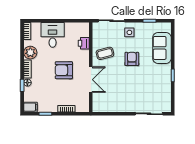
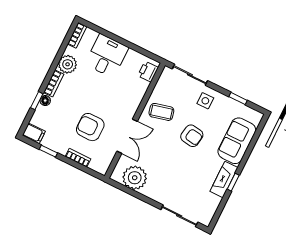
printer: (84, 43) -> (148, 72), moved
armchair: (132, 59) -> (192, 136), turned 99
armchair: (64, 70) -> (90, 127), moved
fireplace: (166, 77) -> (224, 179), added
plant: (109, 104) -> (135, 178), added

